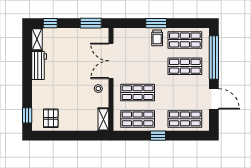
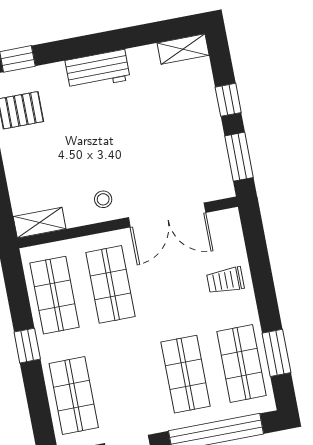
window: (50, 23) -> (228, 100), moved
window: (156, 23) -> (276, 353), moved
trolley: (157, 38) -> (225, 280), moved
double door: (111, 61) -> (167, 215), swing flipped
workbench: (39, 66) -> (98, 70), moved

